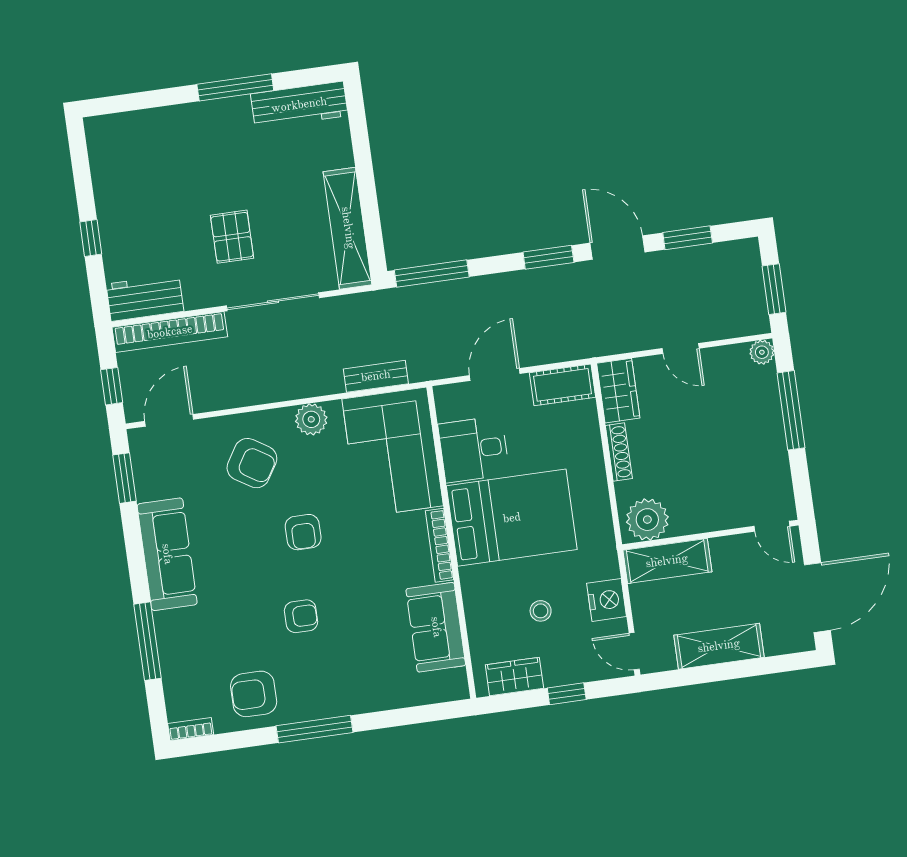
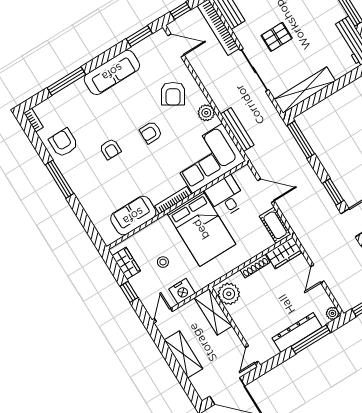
bench: (376, 376) -> (237, 130), width x1.36
dresser: (768, 429) -> (297, 332), added

